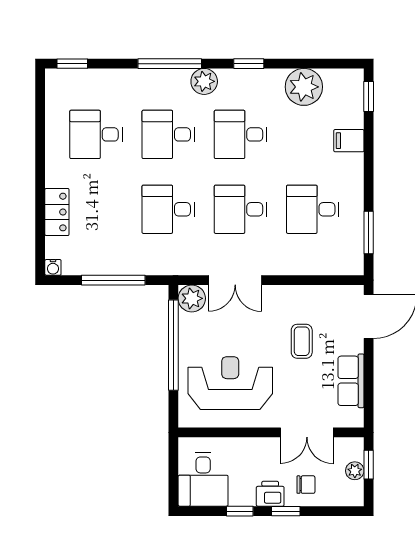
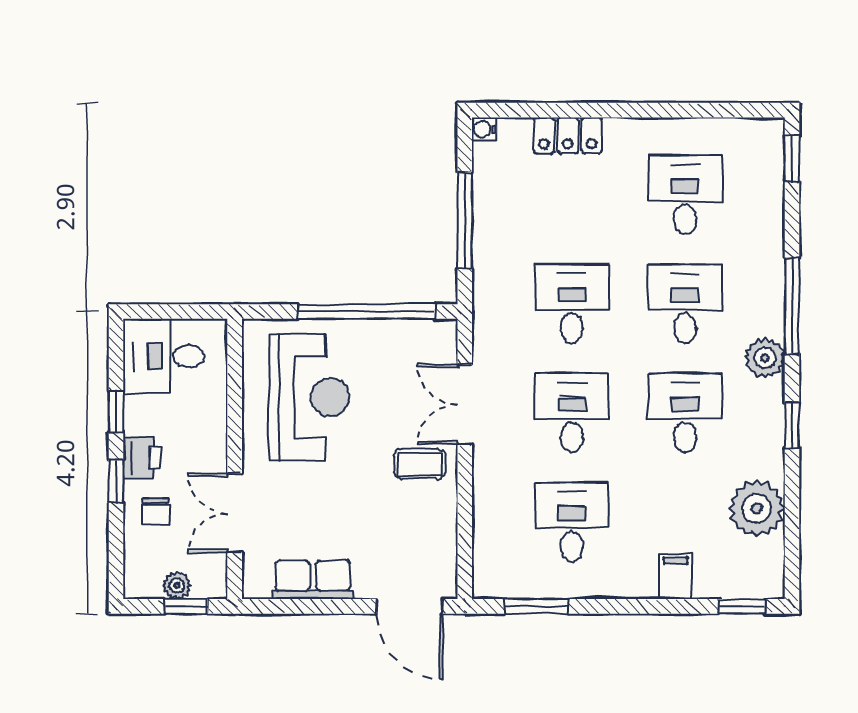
plant: (192, 298) -> (437, 339), removed
coffee table: (302, 341) -> (420, 464), moved

